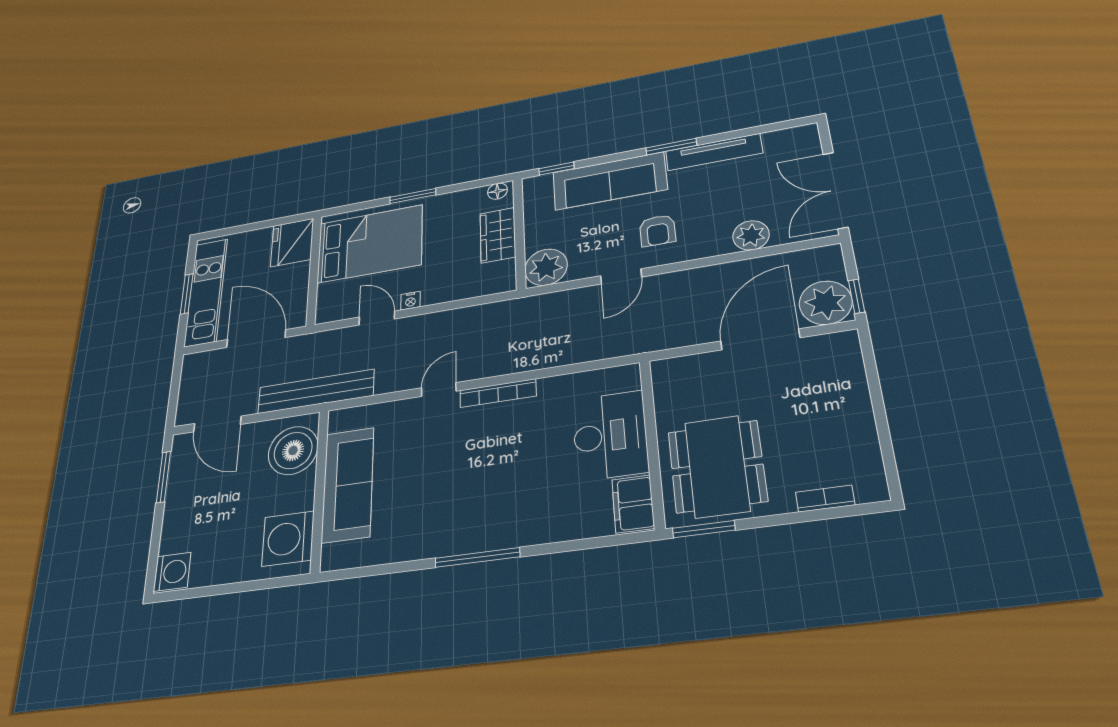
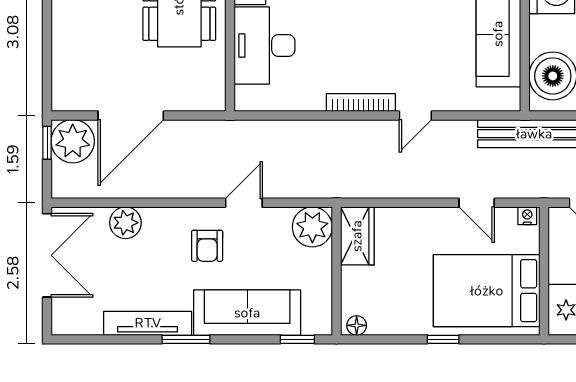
window: (413, 196) -> (443, 339), width x0.67
armchair: (658, 231) -> (207, 246), turned 180
wardrobe: (498, 235) -> (357, 236), moved
nightstand: (410, 301) -> (527, 216), moved

